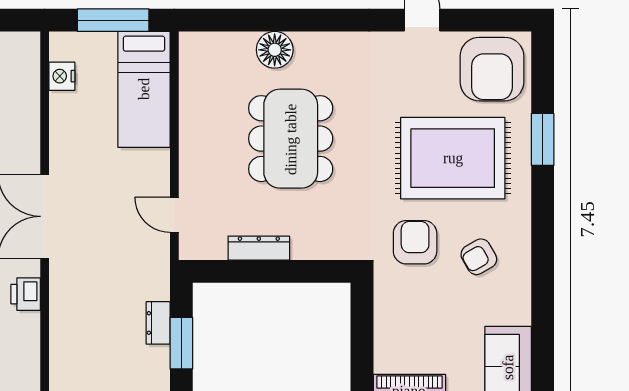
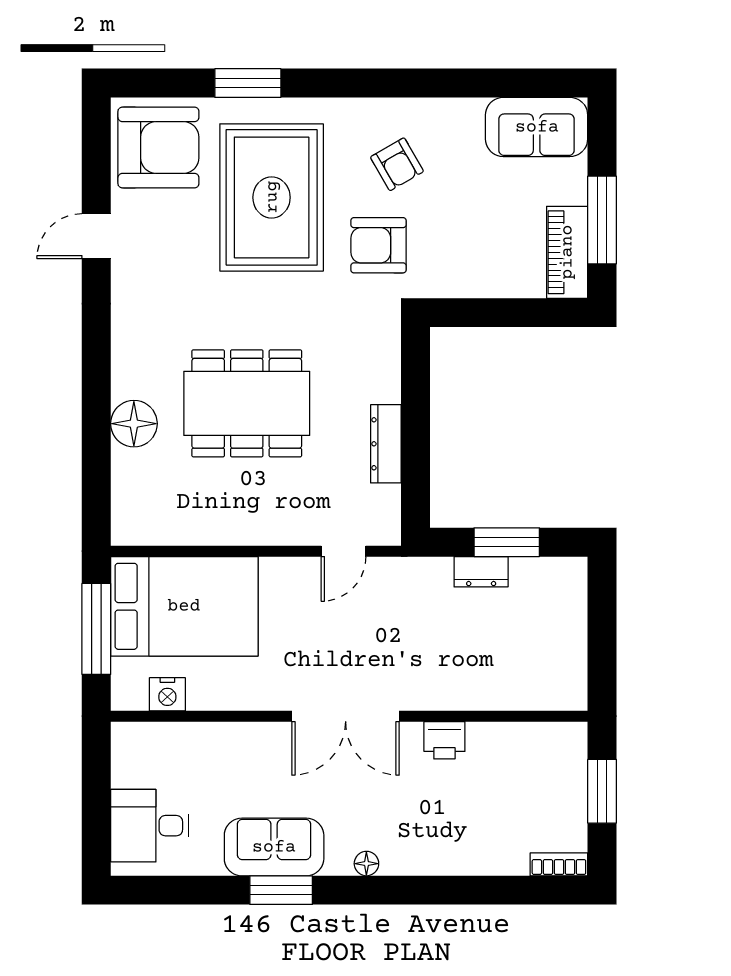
bed: (144, 89) -> (184, 606), width x1.50

